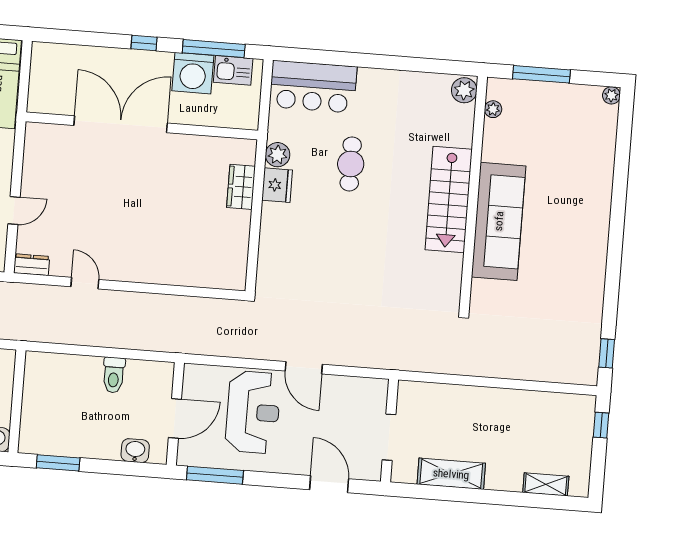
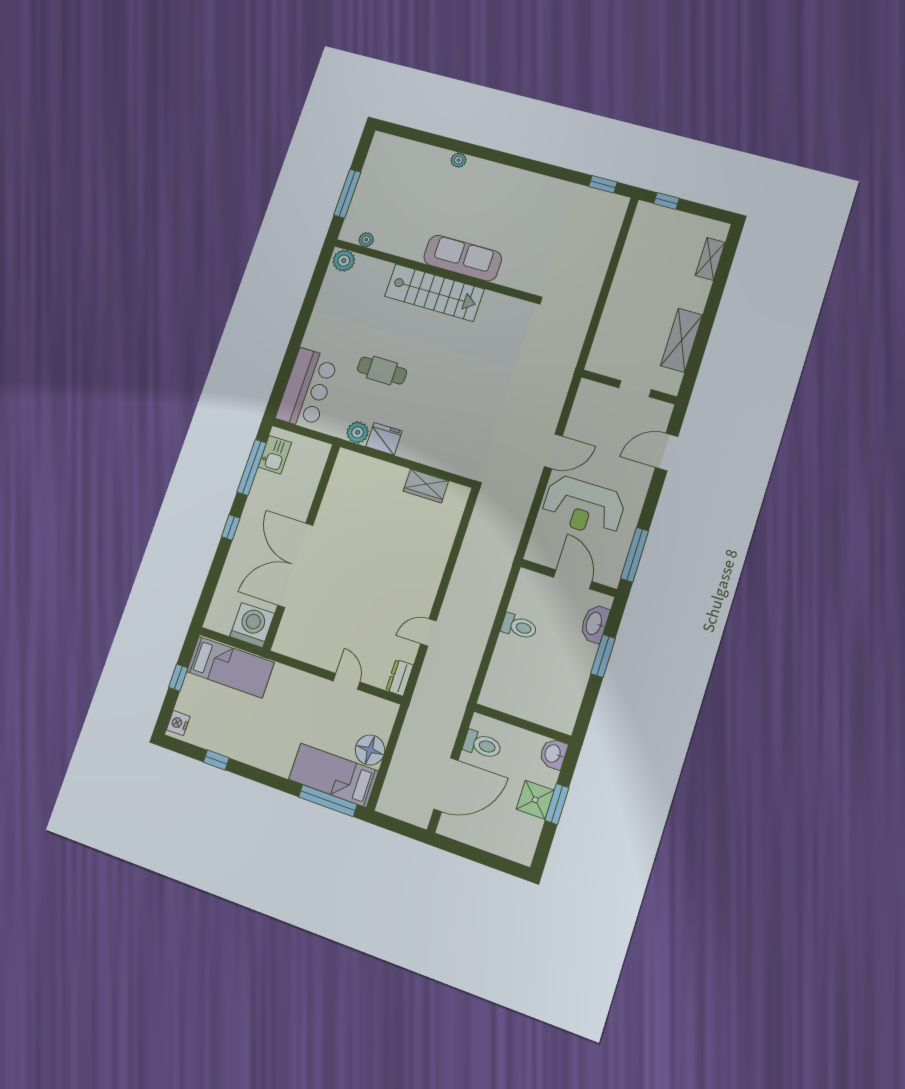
washing machine: (193, 73) -> (252, 625), moved, turned -90
plant: (611, 95) -> (459, 160), moved
wardrobe: (241, 187) -> (426, 486), moved
sofa: (499, 221) -> (463, 258), width x0.74, depth x0.79
reception desk: (253, 412) -> (583, 506), turned 180
doorway: (389, 437) -> (635, 389), width x0.73
washbasin: (135, 451) -> (594, 624), width x1.38
window: (58, 463) -> (603, 656), moved

